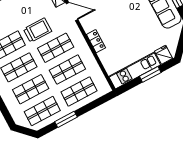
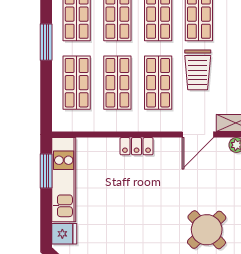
window: (150, 74) -> (46, 171), moved

